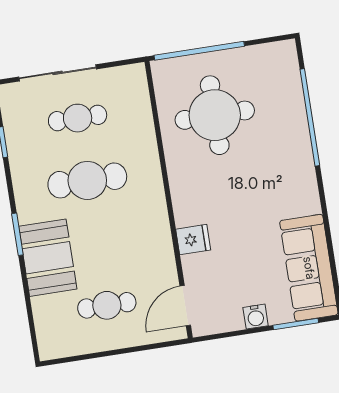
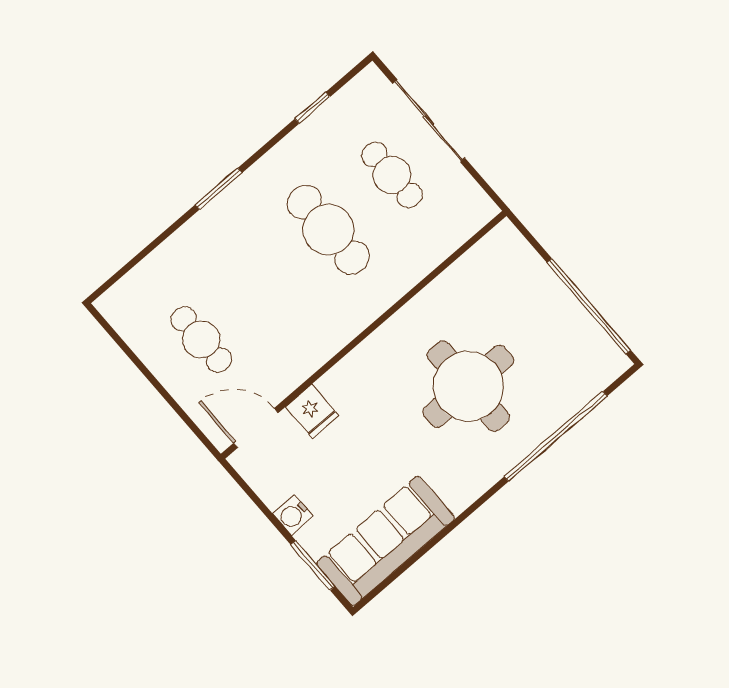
window: (199, 51) -> (589, 306), moved
round table: (215, 115) -> (468, 386), moved
fridge: (193, 240) -> (312, 411), moved
booth: (48, 258) -> (214, 239), removed

